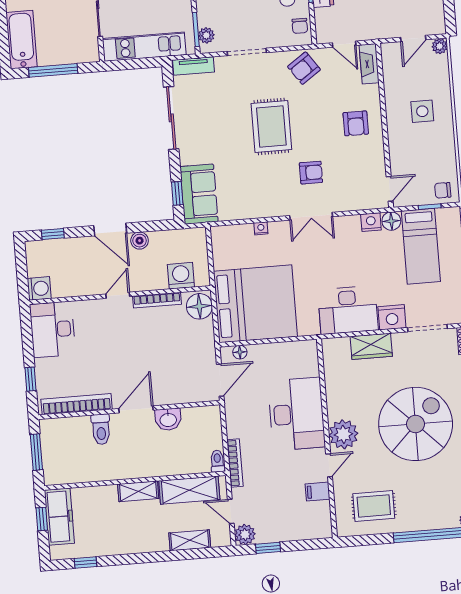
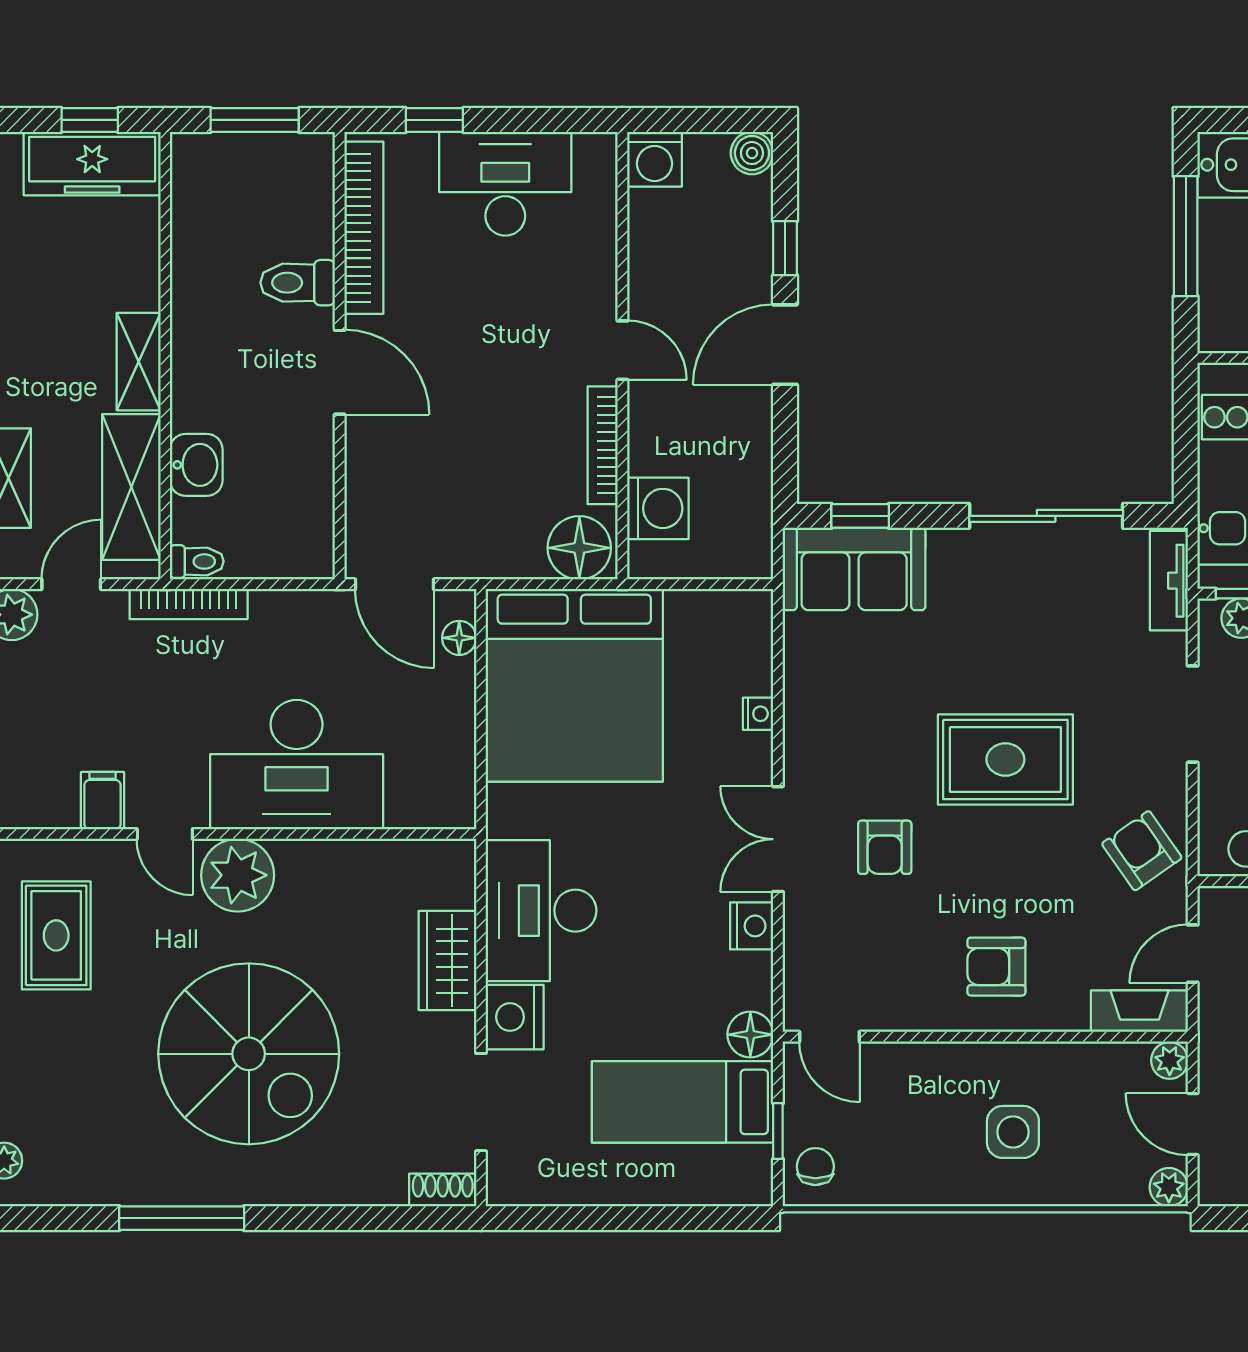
plant: (388, 50) -> (1170, 1061), added
nightstand: (371, 222) -> (752, 926), moved
window: (53, 234) -> (785, 248), moved
boiler: (140, 241) -> (752, 153), moved
desk: (53, 329) -> (505, 184), moved
washbasin: (168, 419) -> (196, 465), moved, turned 180

